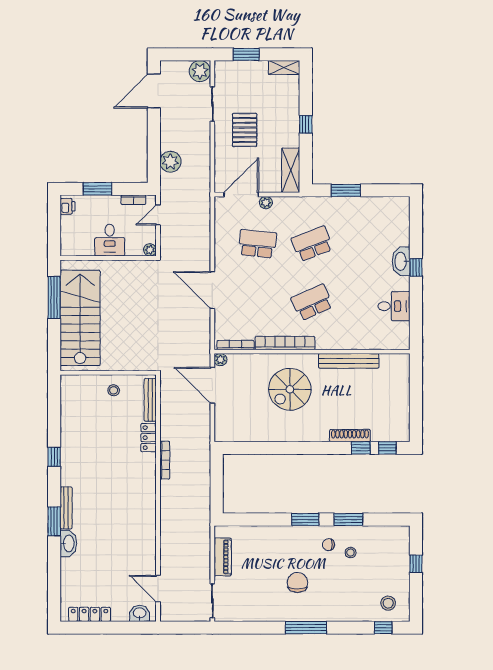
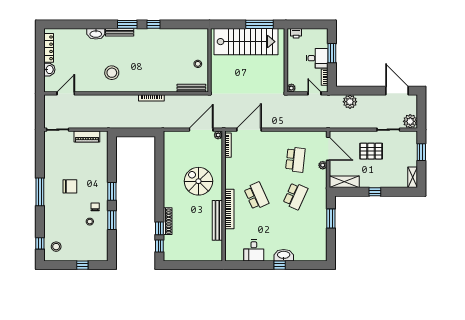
printer: (68, 206) -> (296, 33), moved
desk: (110, 240) -> (317, 58), moved, turned 180
school desk: (312, 244) -> (295, 196), turned 45
door: (212, 290) -> (249, 130), moved
bookcase: (285, 343) -> (229, 209), moved
locker: (149, 438) -> (166, 87), removed
stool: (127, 520) -> (112, 73), added
window: (54, 521) -> (127, 24), moved
washbasin: (140, 613) -> (49, 70), moved

